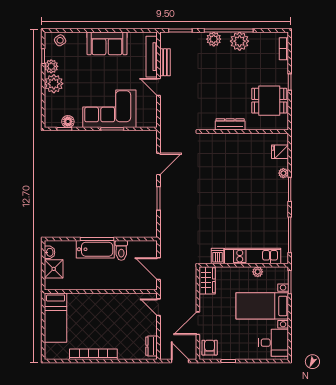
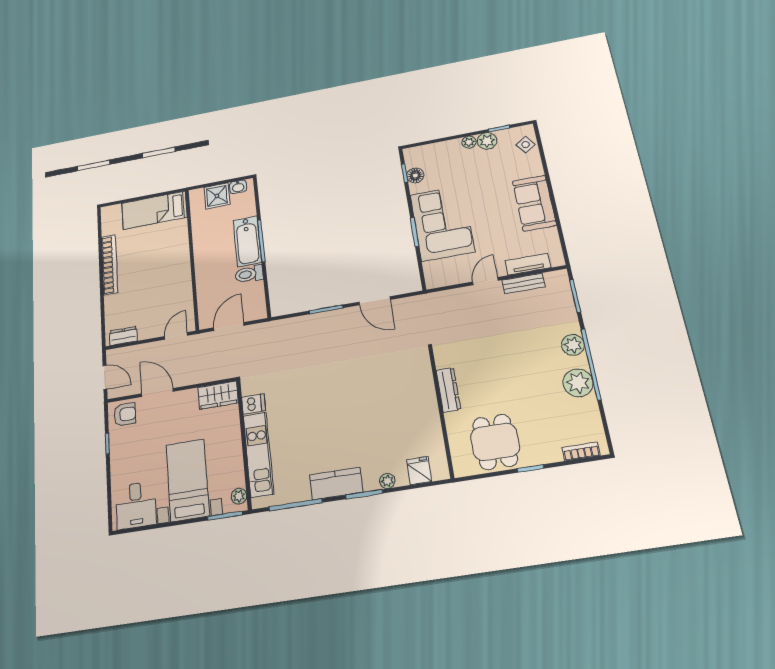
tv unit: (152, 57) -> (528, 264), width x0.71
plant: (54, 84) -> (469, 142), width x0.53, depth x0.53
kitchen counter: (280, 206) -> (336, 483), added
plant: (258, 272) -> (239, 496), moved
door: (180, 361) -> (105, 377), hinge flipped

